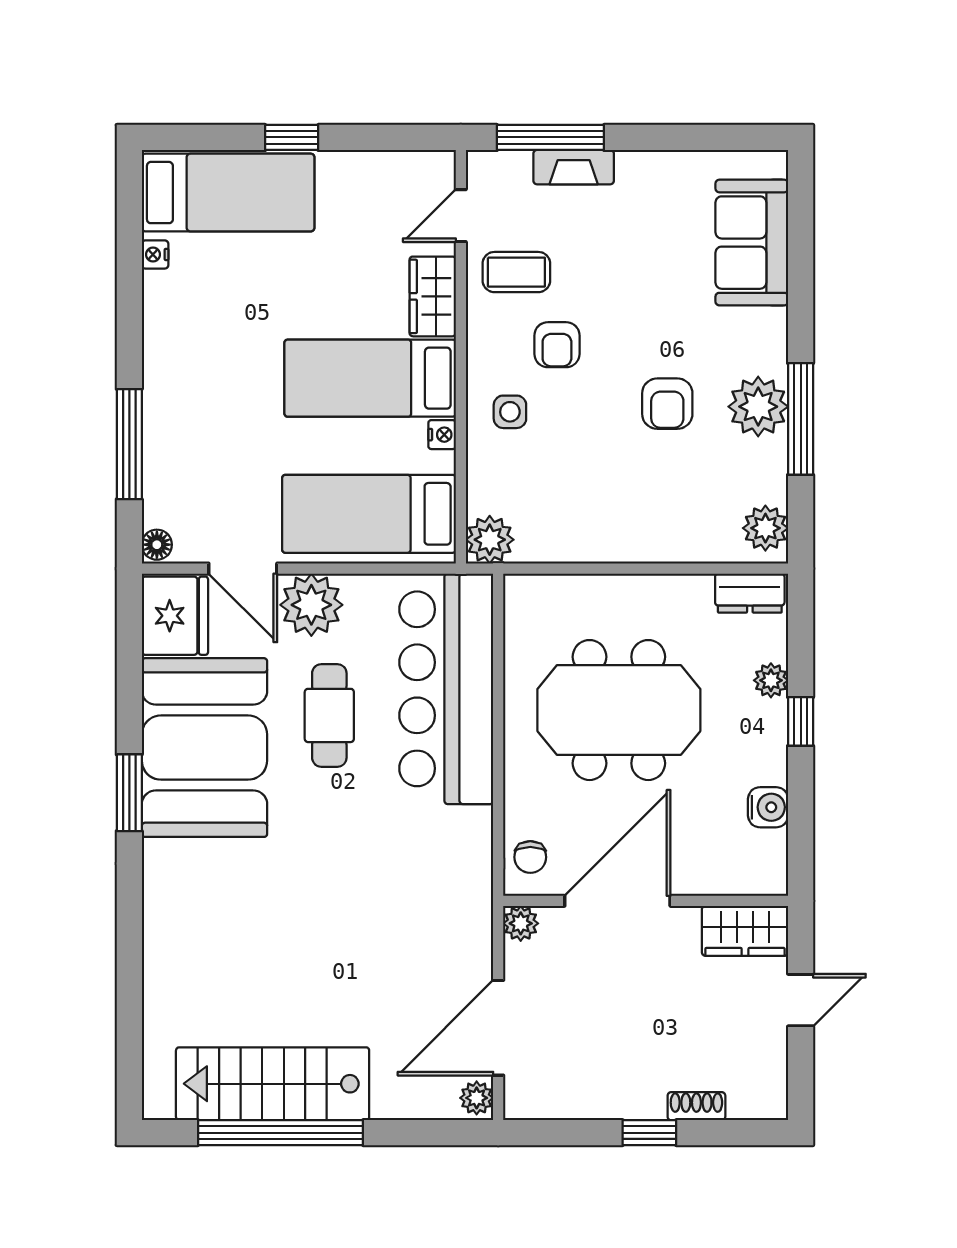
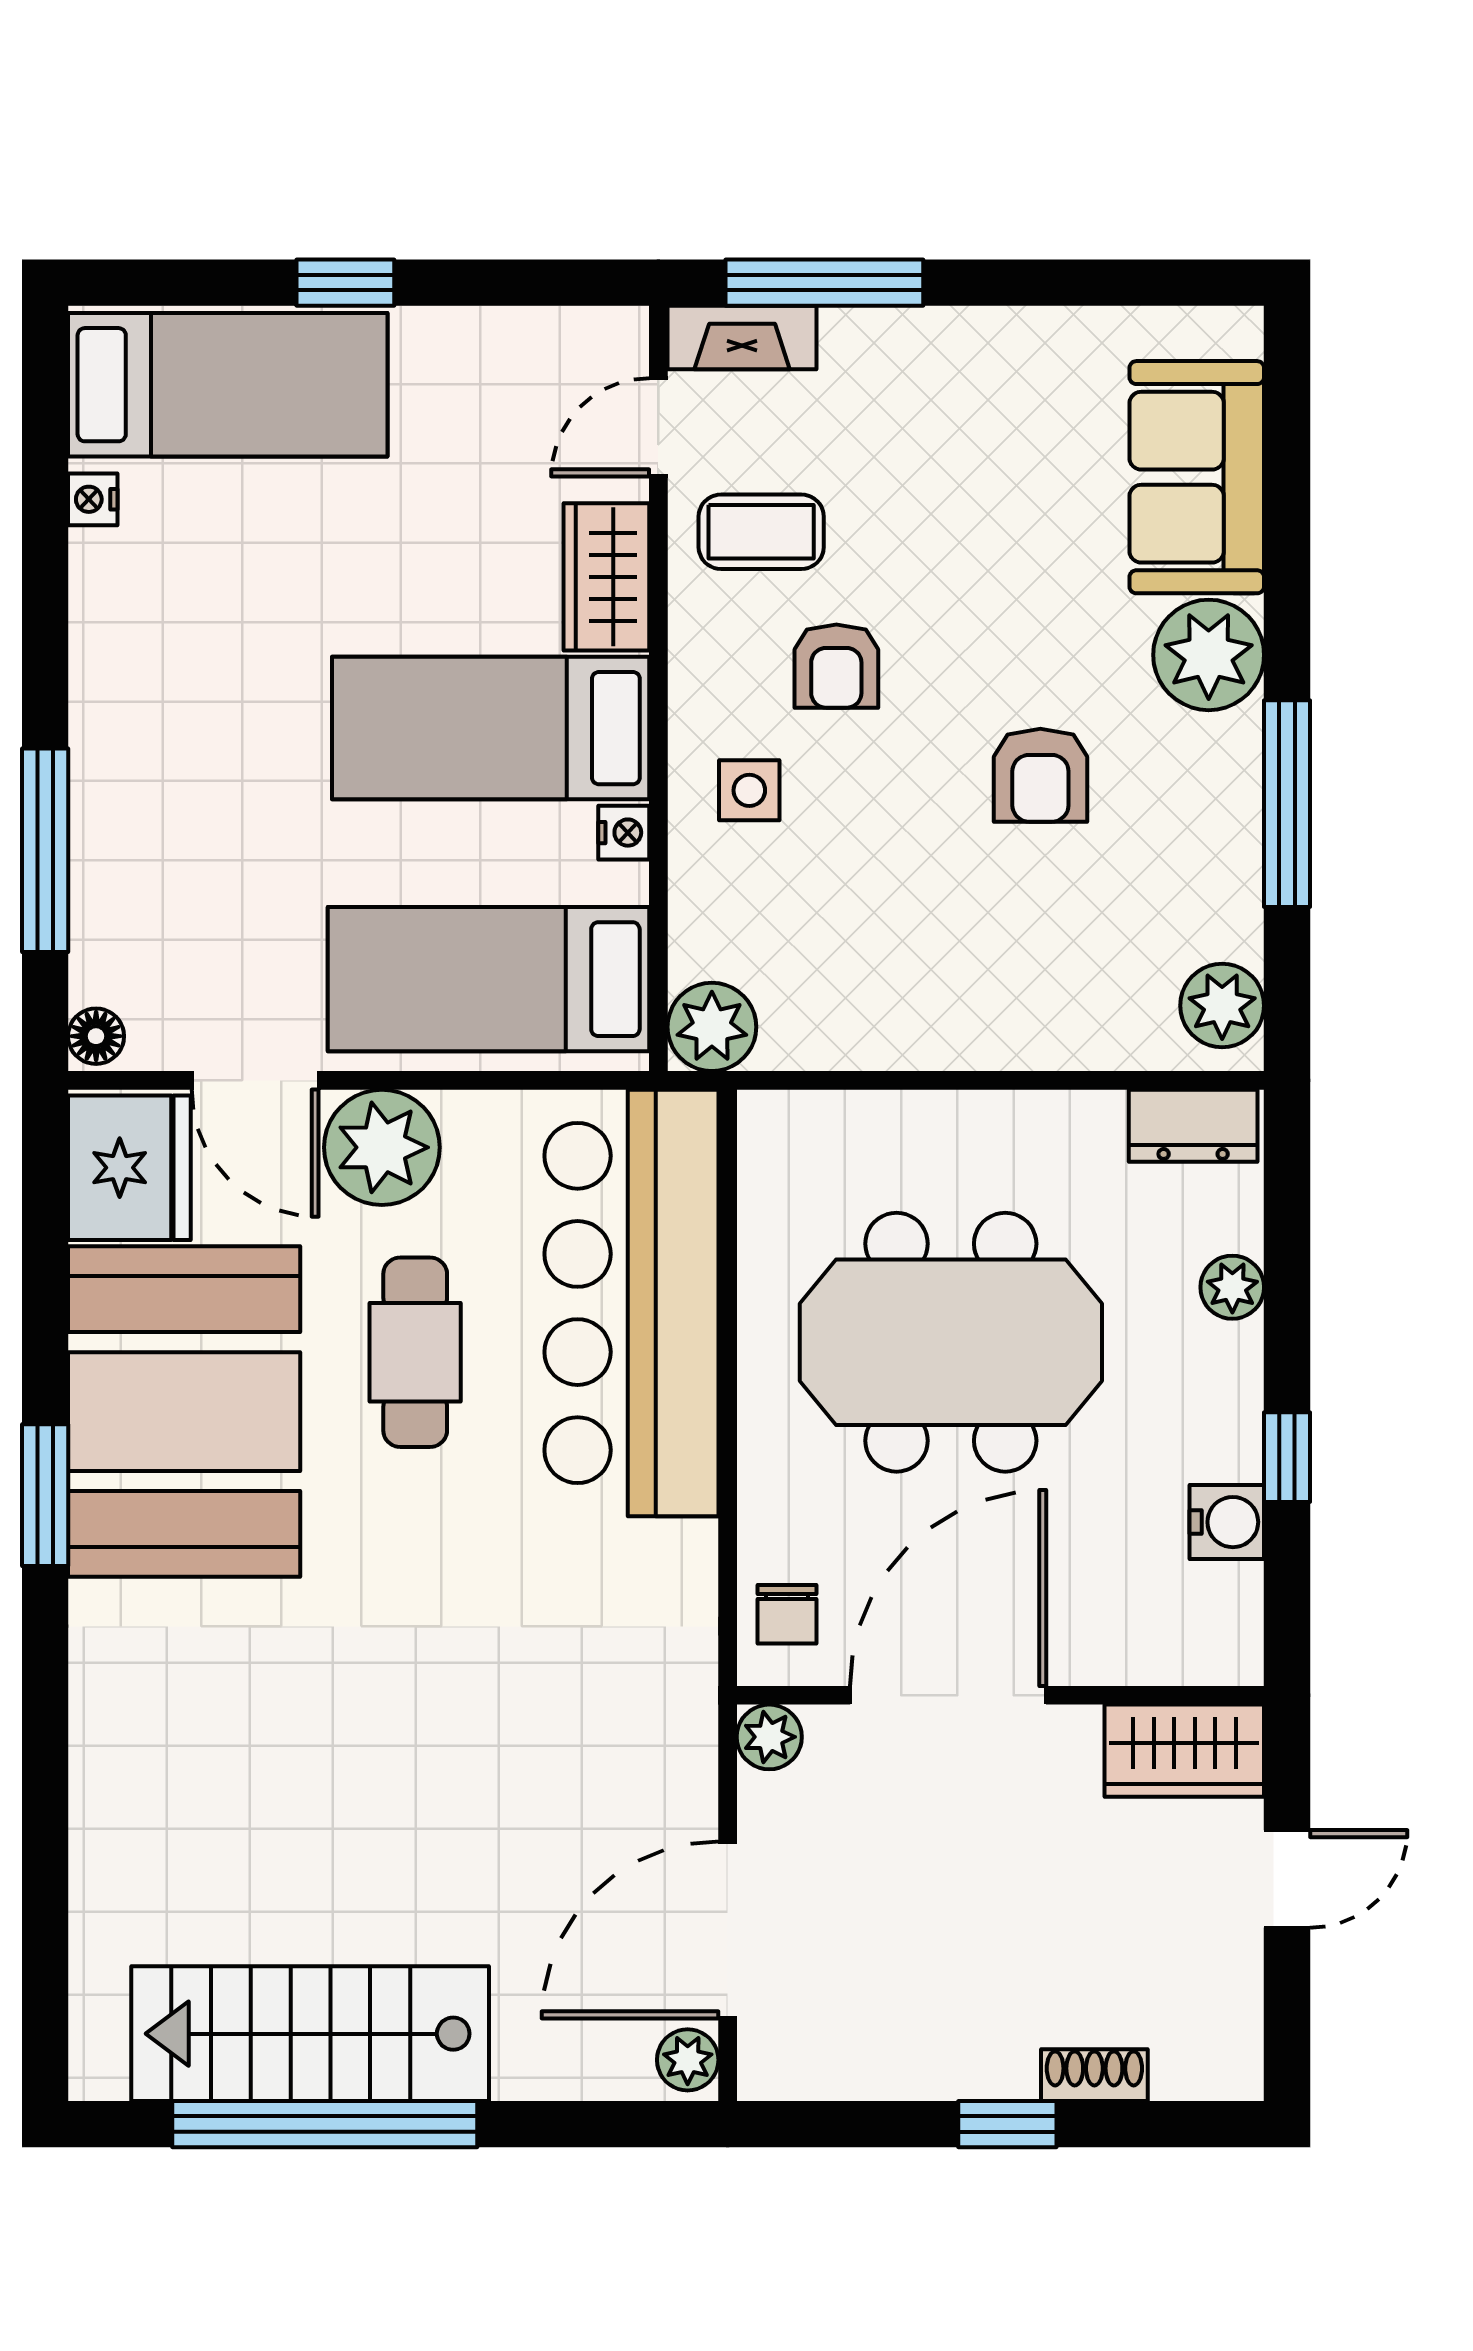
fireplace: (574, 167) -> (742, 338), moved
plant: (758, 407) -> (1209, 655), moved
window: (801, 721) -> (1287, 1457), moved

